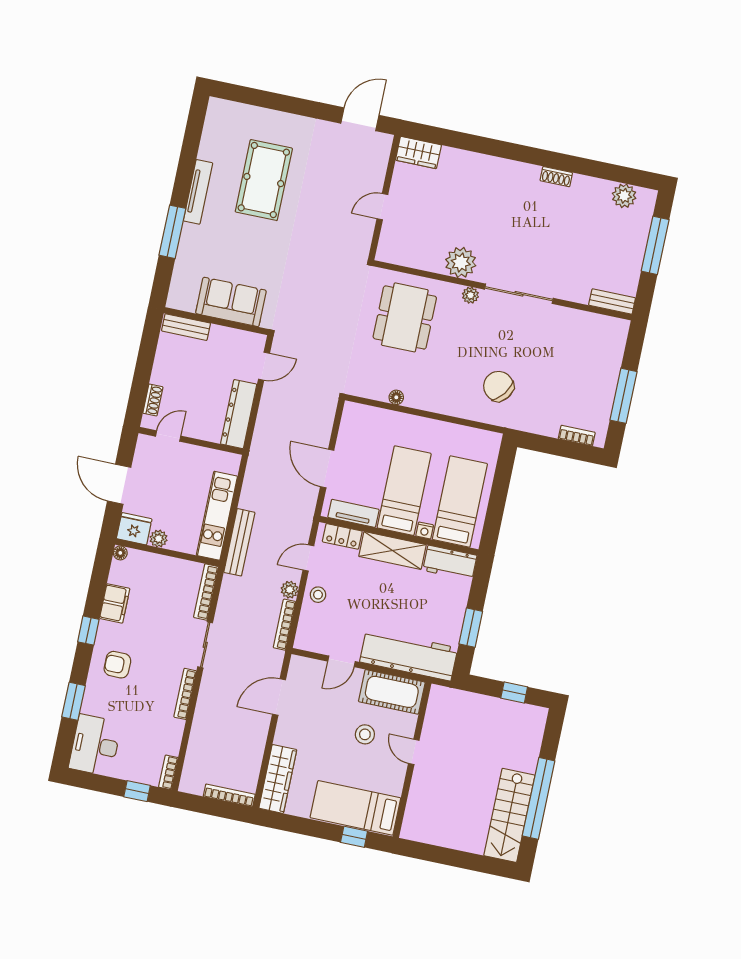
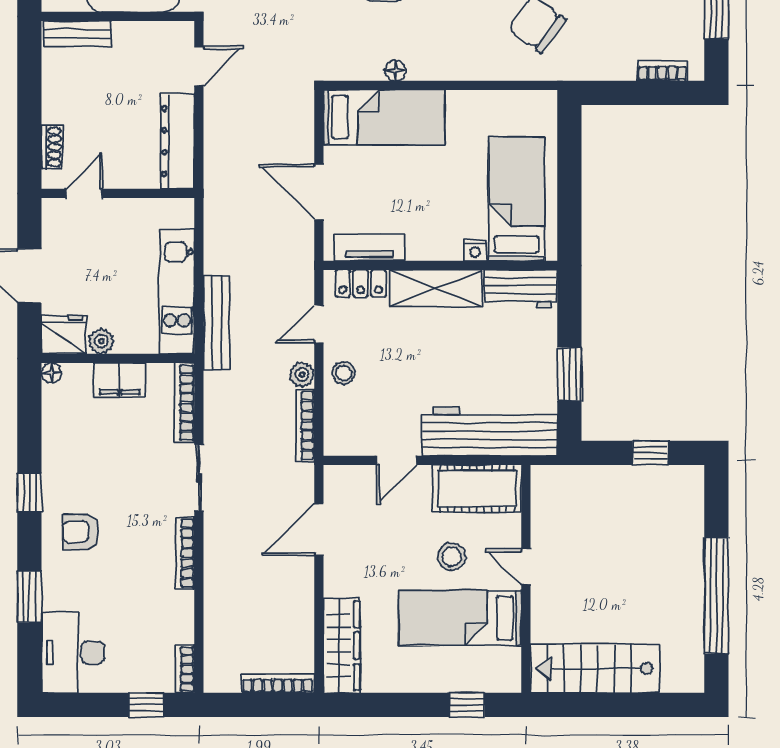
bed: (404, 491) -> (384, 117), moved, turned 90
filing cabinet: (115, 603) -> (120, 380), moved, turned 90
bed: (355, 808) -> (460, 618), moved
stairs: (509, 815) -> (595, 669), moved, turned 90

